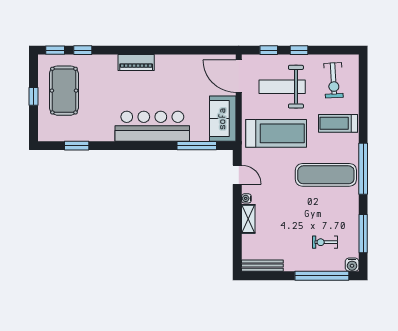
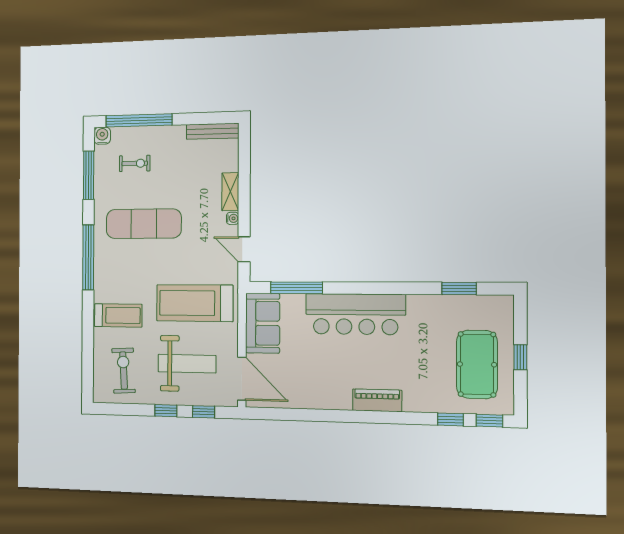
exercise mat: (326, 175) -> (144, 224), moved

